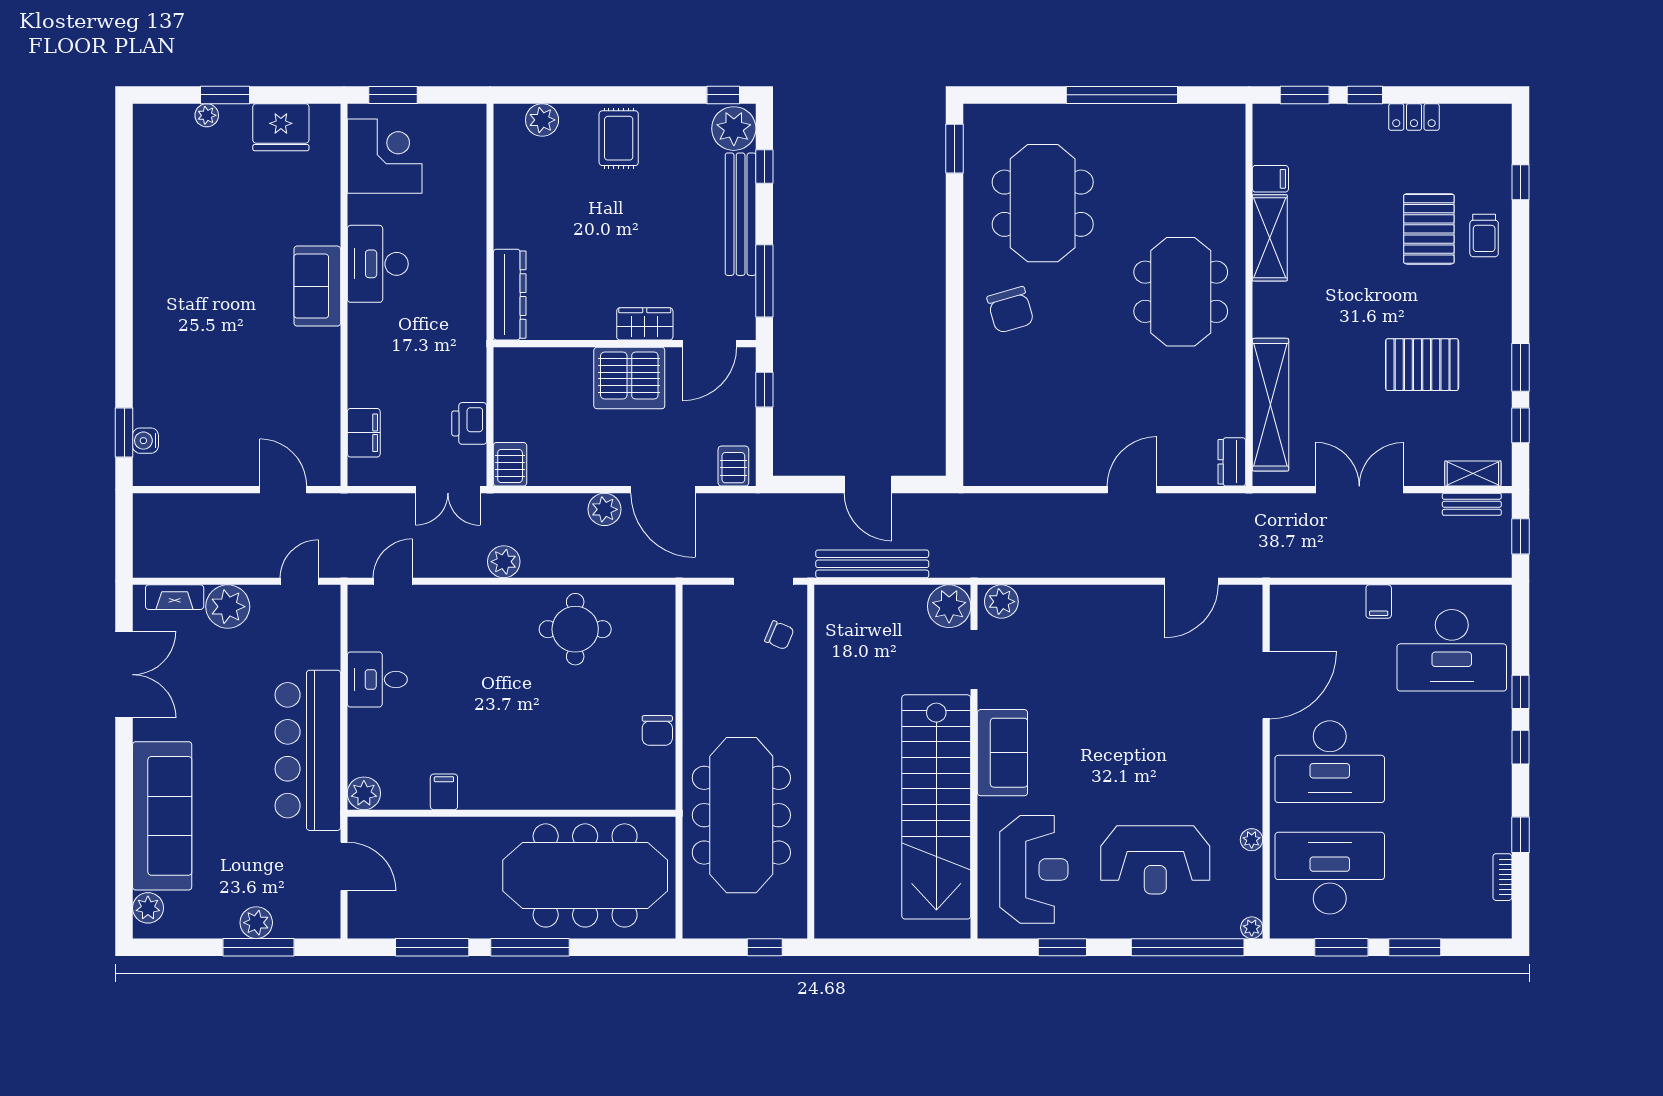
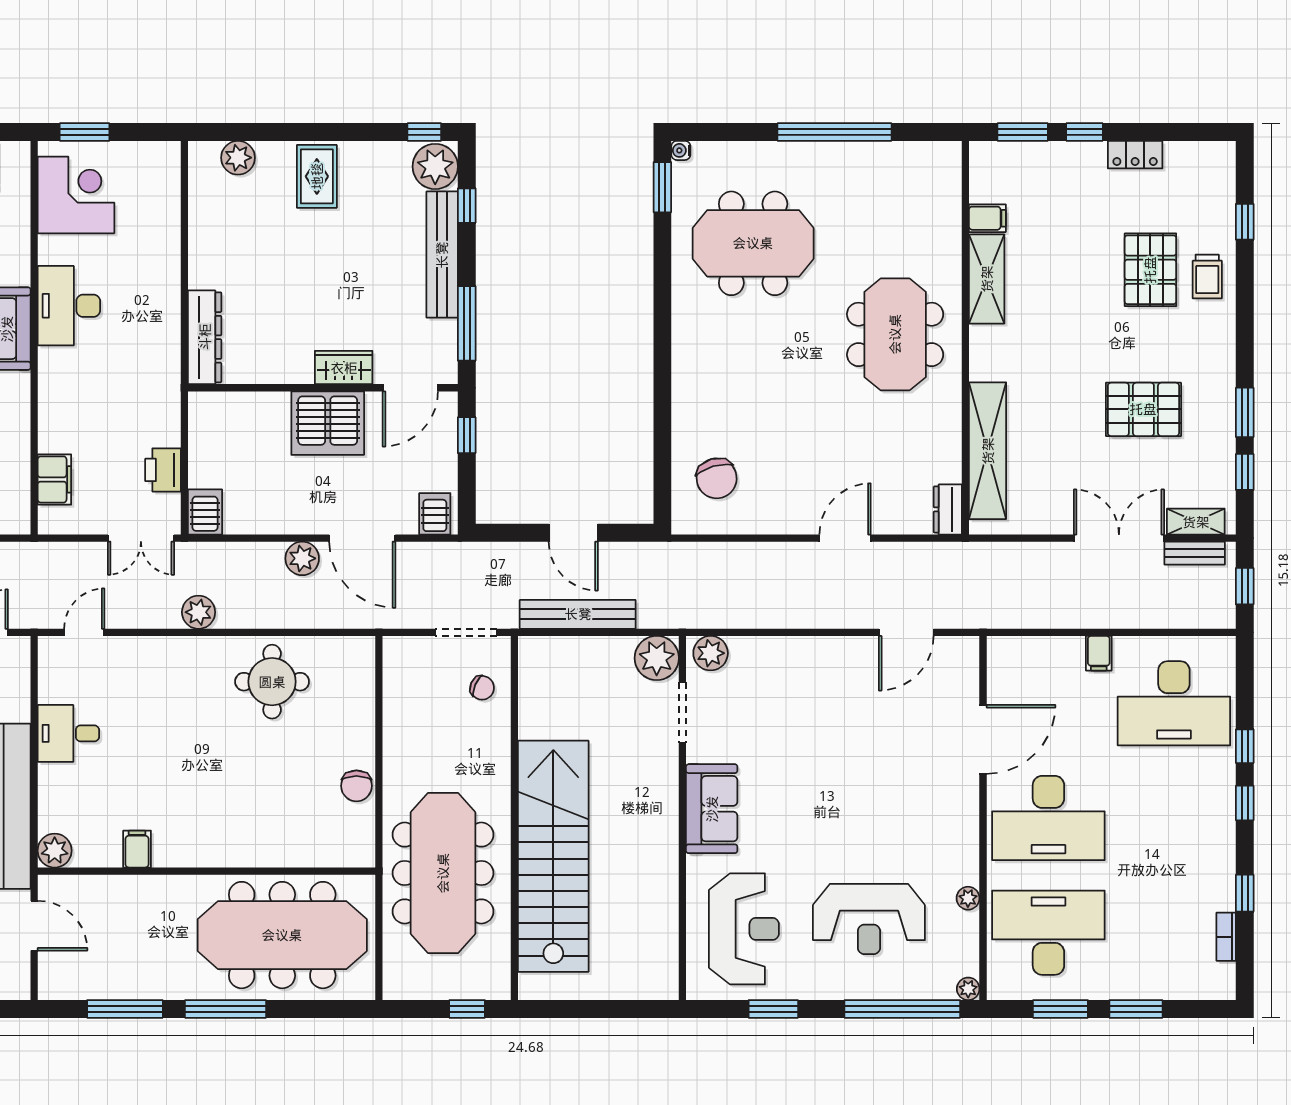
water cooler: (972, 113) -> (681, 150), added
meeting table: (1043, 203) -> (753, 243), turned 90
chair: (1010, 310) -> (717, 478), moved
double door: (1359, 490) -> (1119, 538), moved
stairs: (936, 807) -> (553, 856), moved, turned 180

